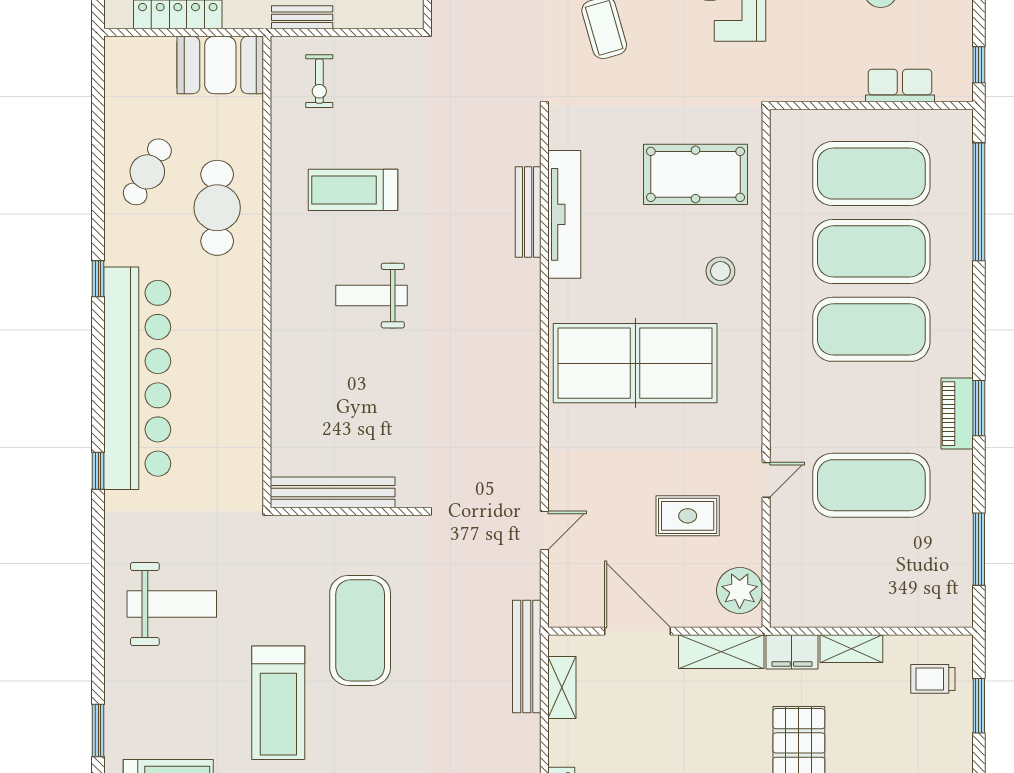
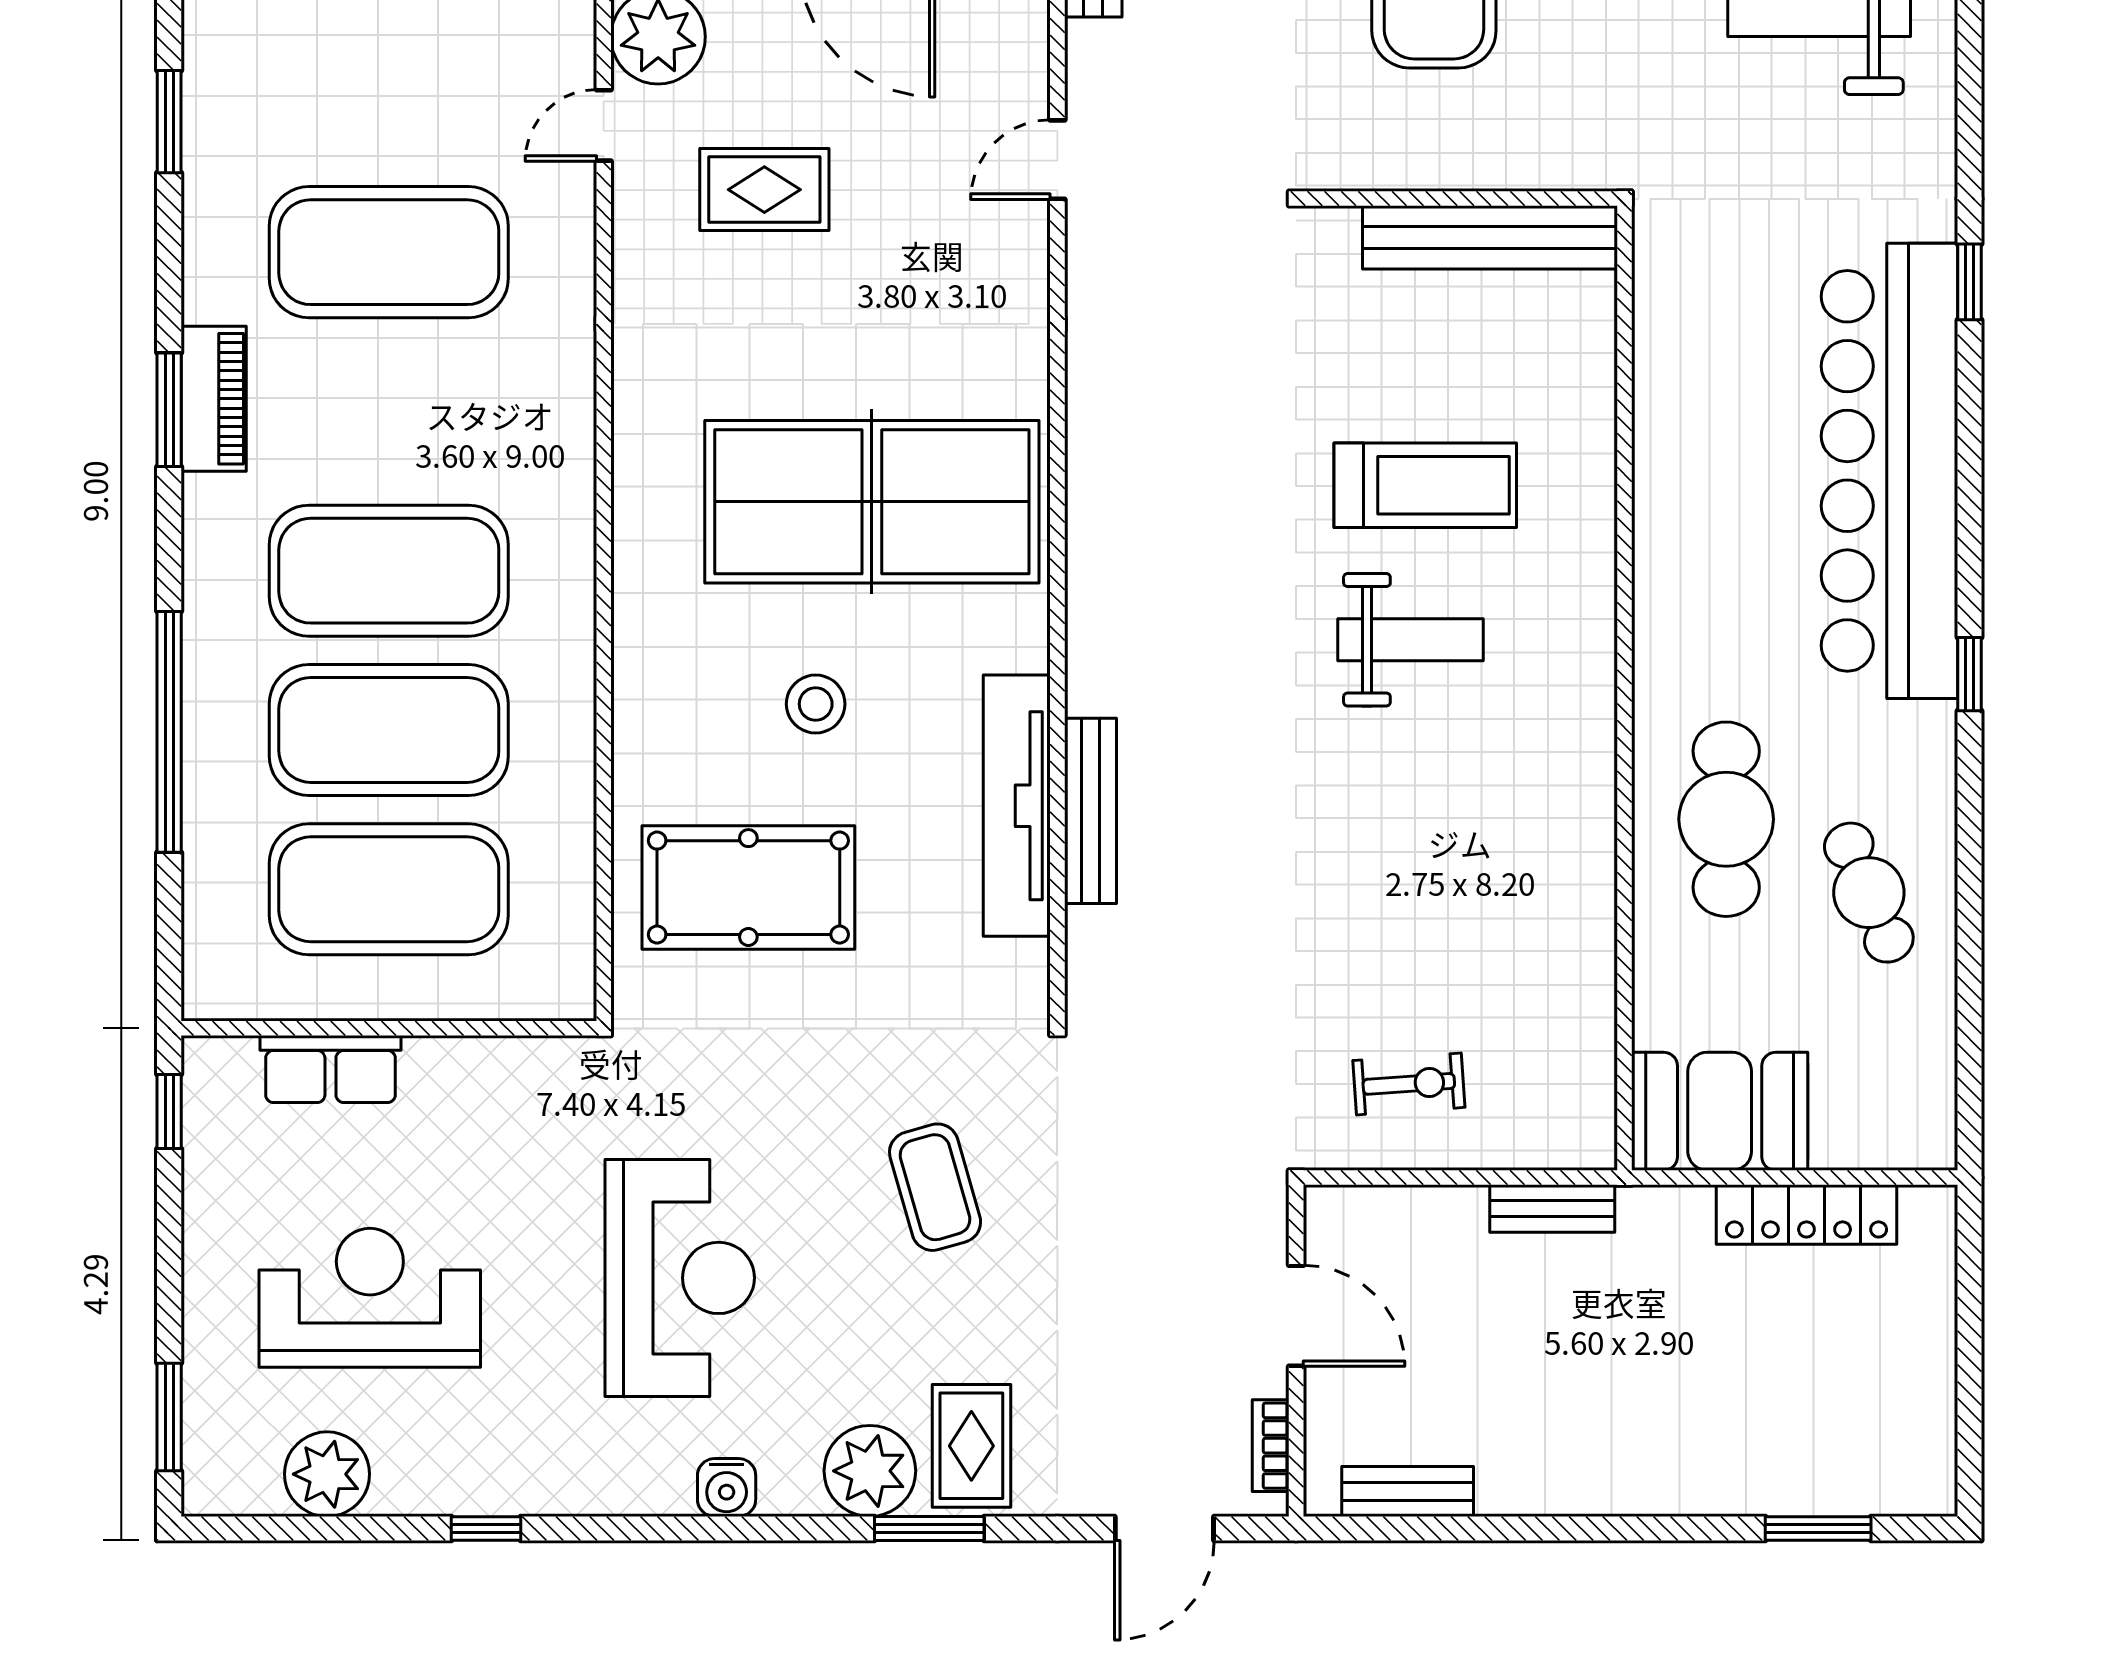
exercise bike: (319, 81) -> (1409, 1084), moved, turned 86
cafe table: (147, 172) -> (1869, 893), turned -52
treadmill: (353, 190) -> (1425, 485), moved
window: (979, 202) -> (169, 732), moved
stool: (720, 271) -> (816, 704), moved
door: (766, 480) -> (604, 125), moved
window: (979, 549) -> (169, 122), width x0.69

